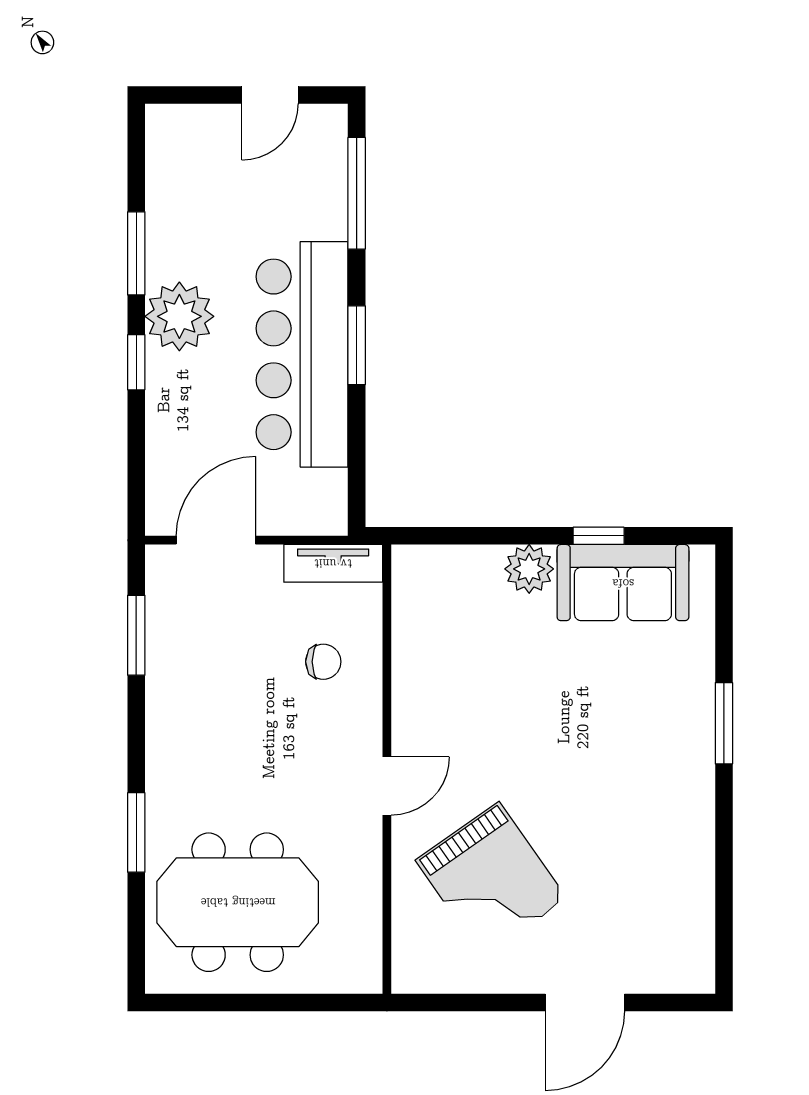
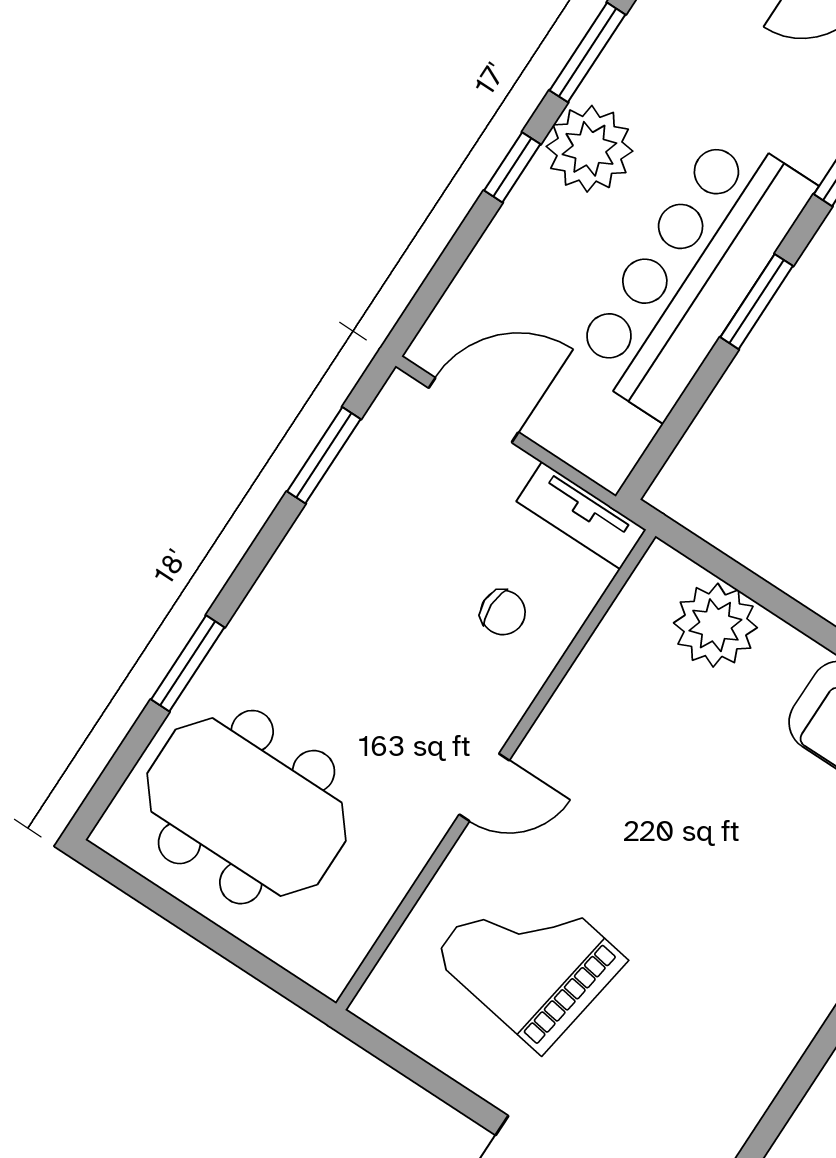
plant: (529, 569) -> (715, 625), moved, width x1.36, depth x1.36
grand piano: (491, 879) -> (530, 958), turned 134

